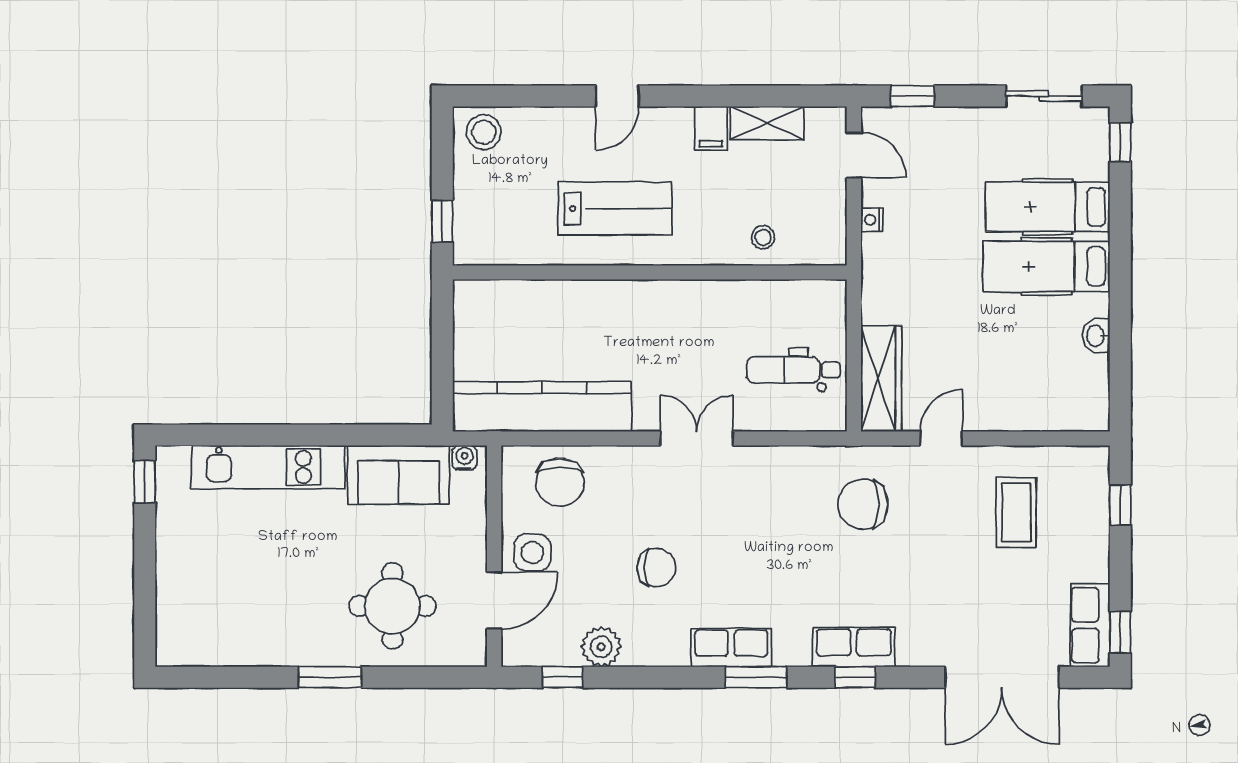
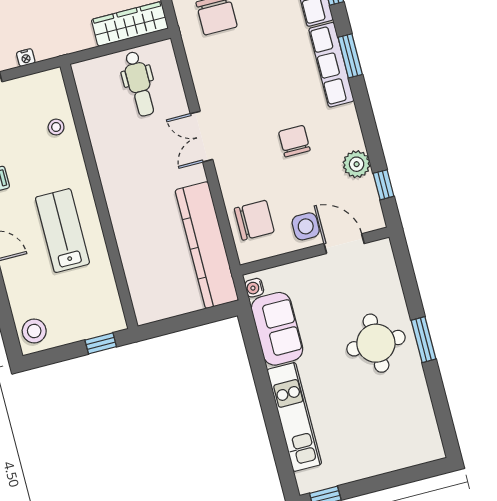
round table: (392, 606) -> (376, 343), moved
row of seats: (731, 648) -> (331, 65), width x1.48

